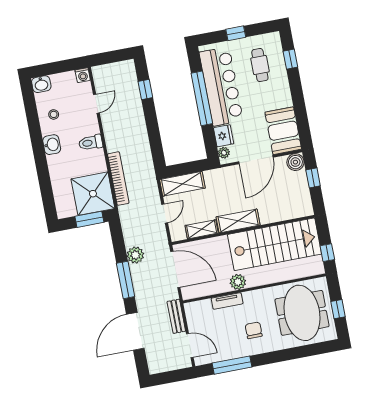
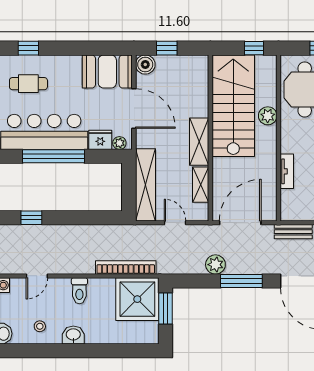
door: (96, 104) -> (37, 276), swing flipped
shelving: (182, 184) -> (145, 185), width x1.47
plant: (238, 282) -> (268, 116), moved

